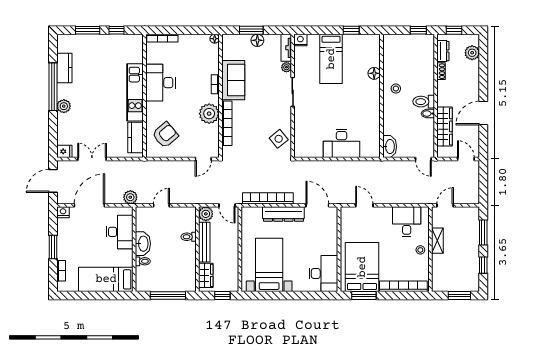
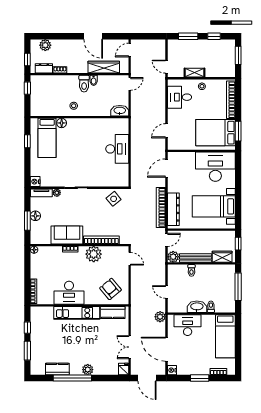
bed: (331, 59) -> (47, 138), moved, turned 90
dresser: (283, 214) -> (173, 209), moved
desk: (323, 274) -> (215, 167), width x1.36, depth x1.30

